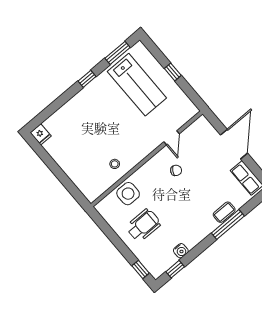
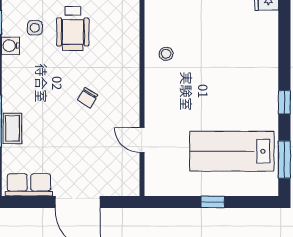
chair: (176, 170) -> (87, 98), moved
side table: (128, 194) -> (35, 28), moved, width x0.54, depth x0.54

